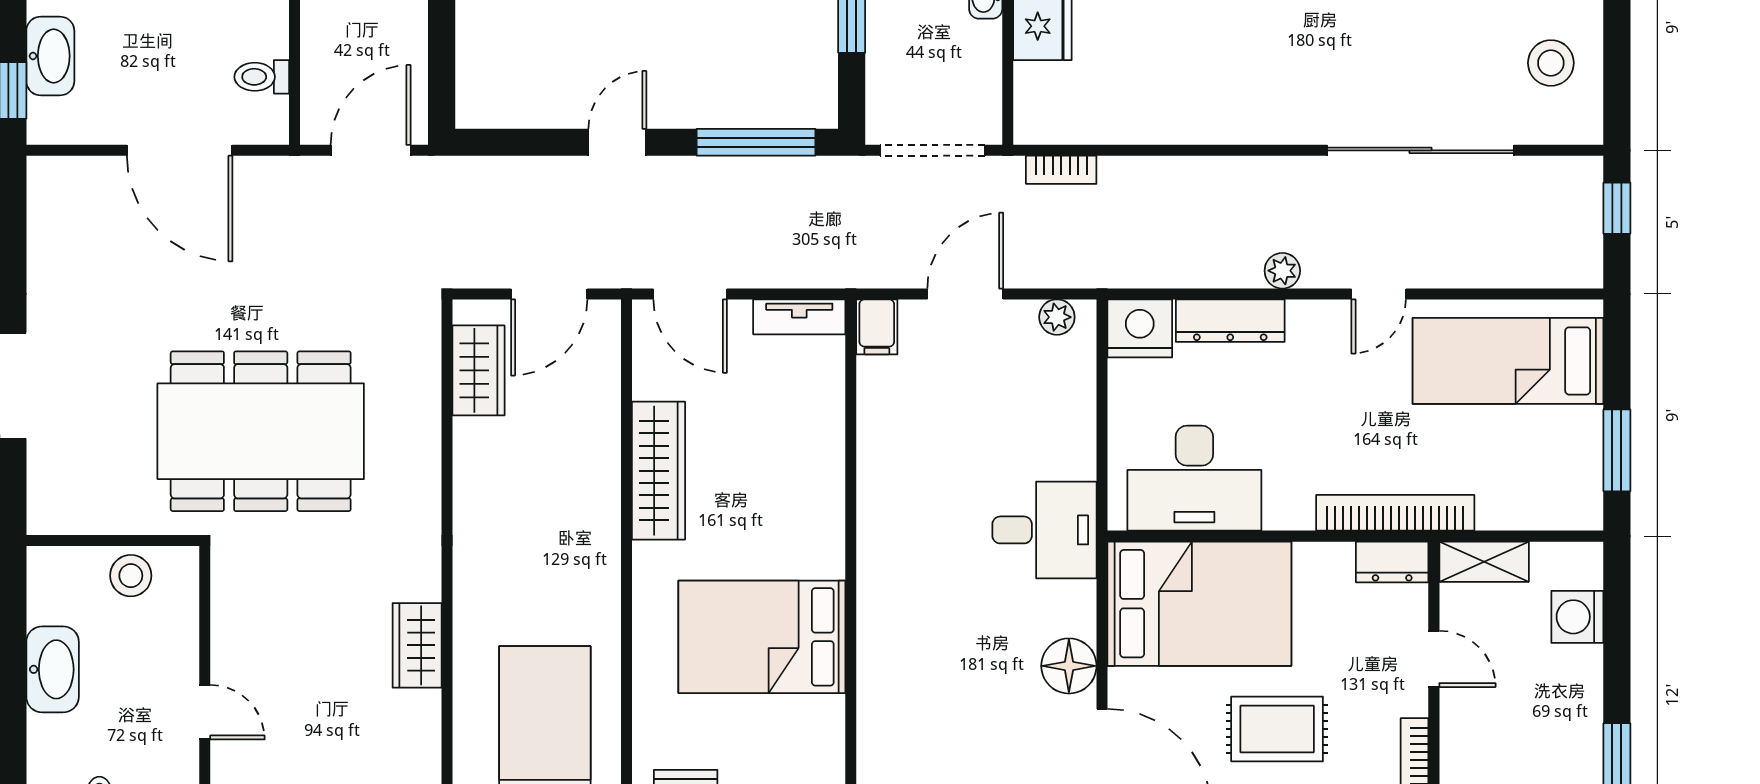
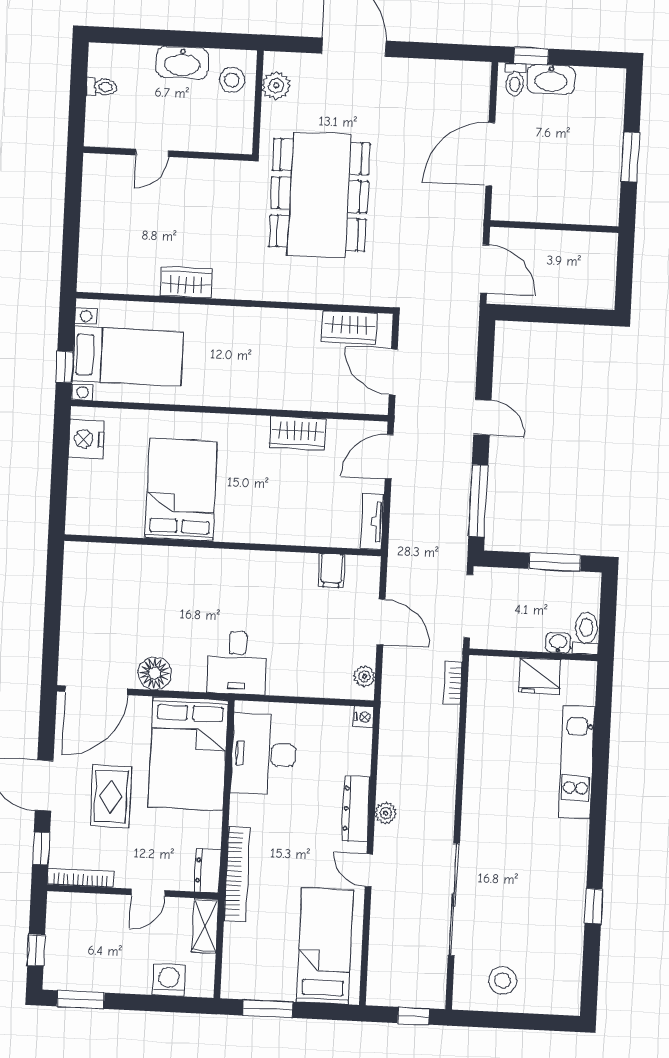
toilet: (262, 77) -> (515, 80), moved, turned 180
dresser: (1230, 321) -> (356, 809), moved
filing cabinet: (877, 327) -> (332, 570), moved, turned -90
nightstand: (1140, 328) -> (363, 717), width x0.53, depth x0.56
wardrobe: (658, 471) -> (298, 433), width x0.67
plant: (83, 512) -> (276, 86), added
stool: (131, 576) -> (232, 80), moved

